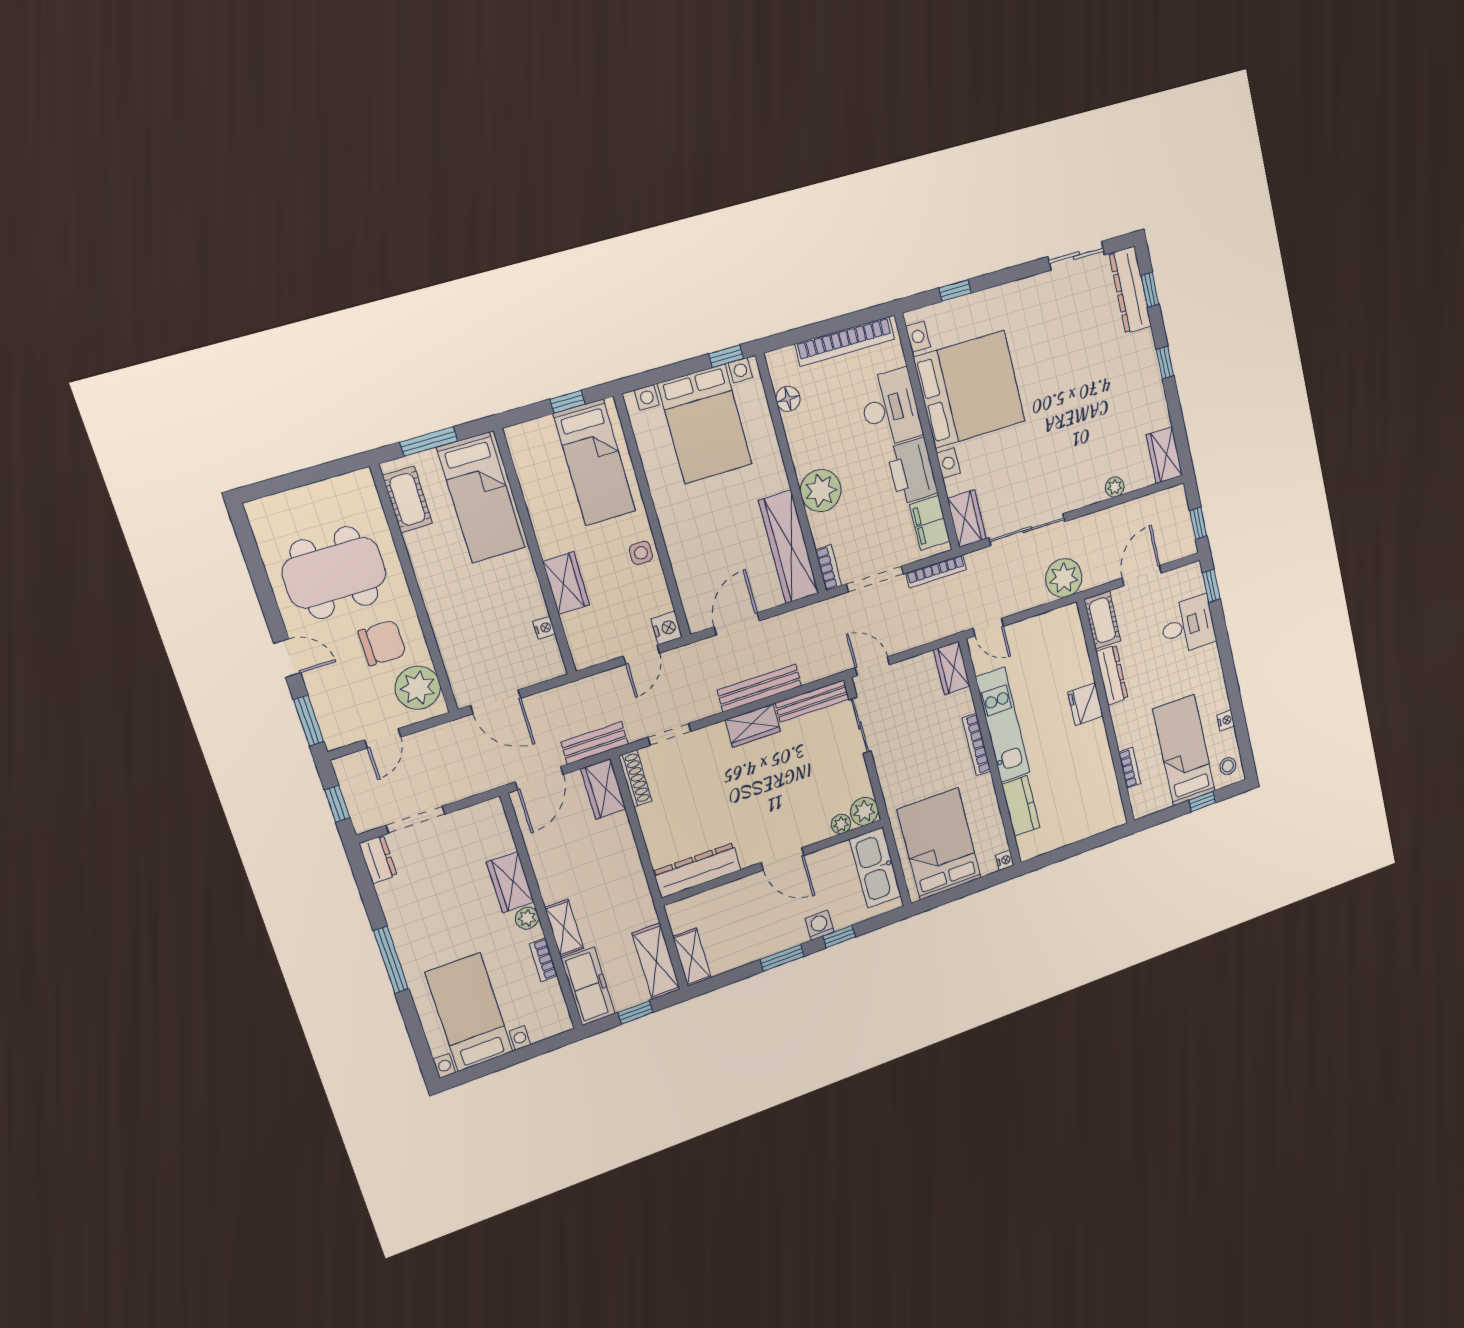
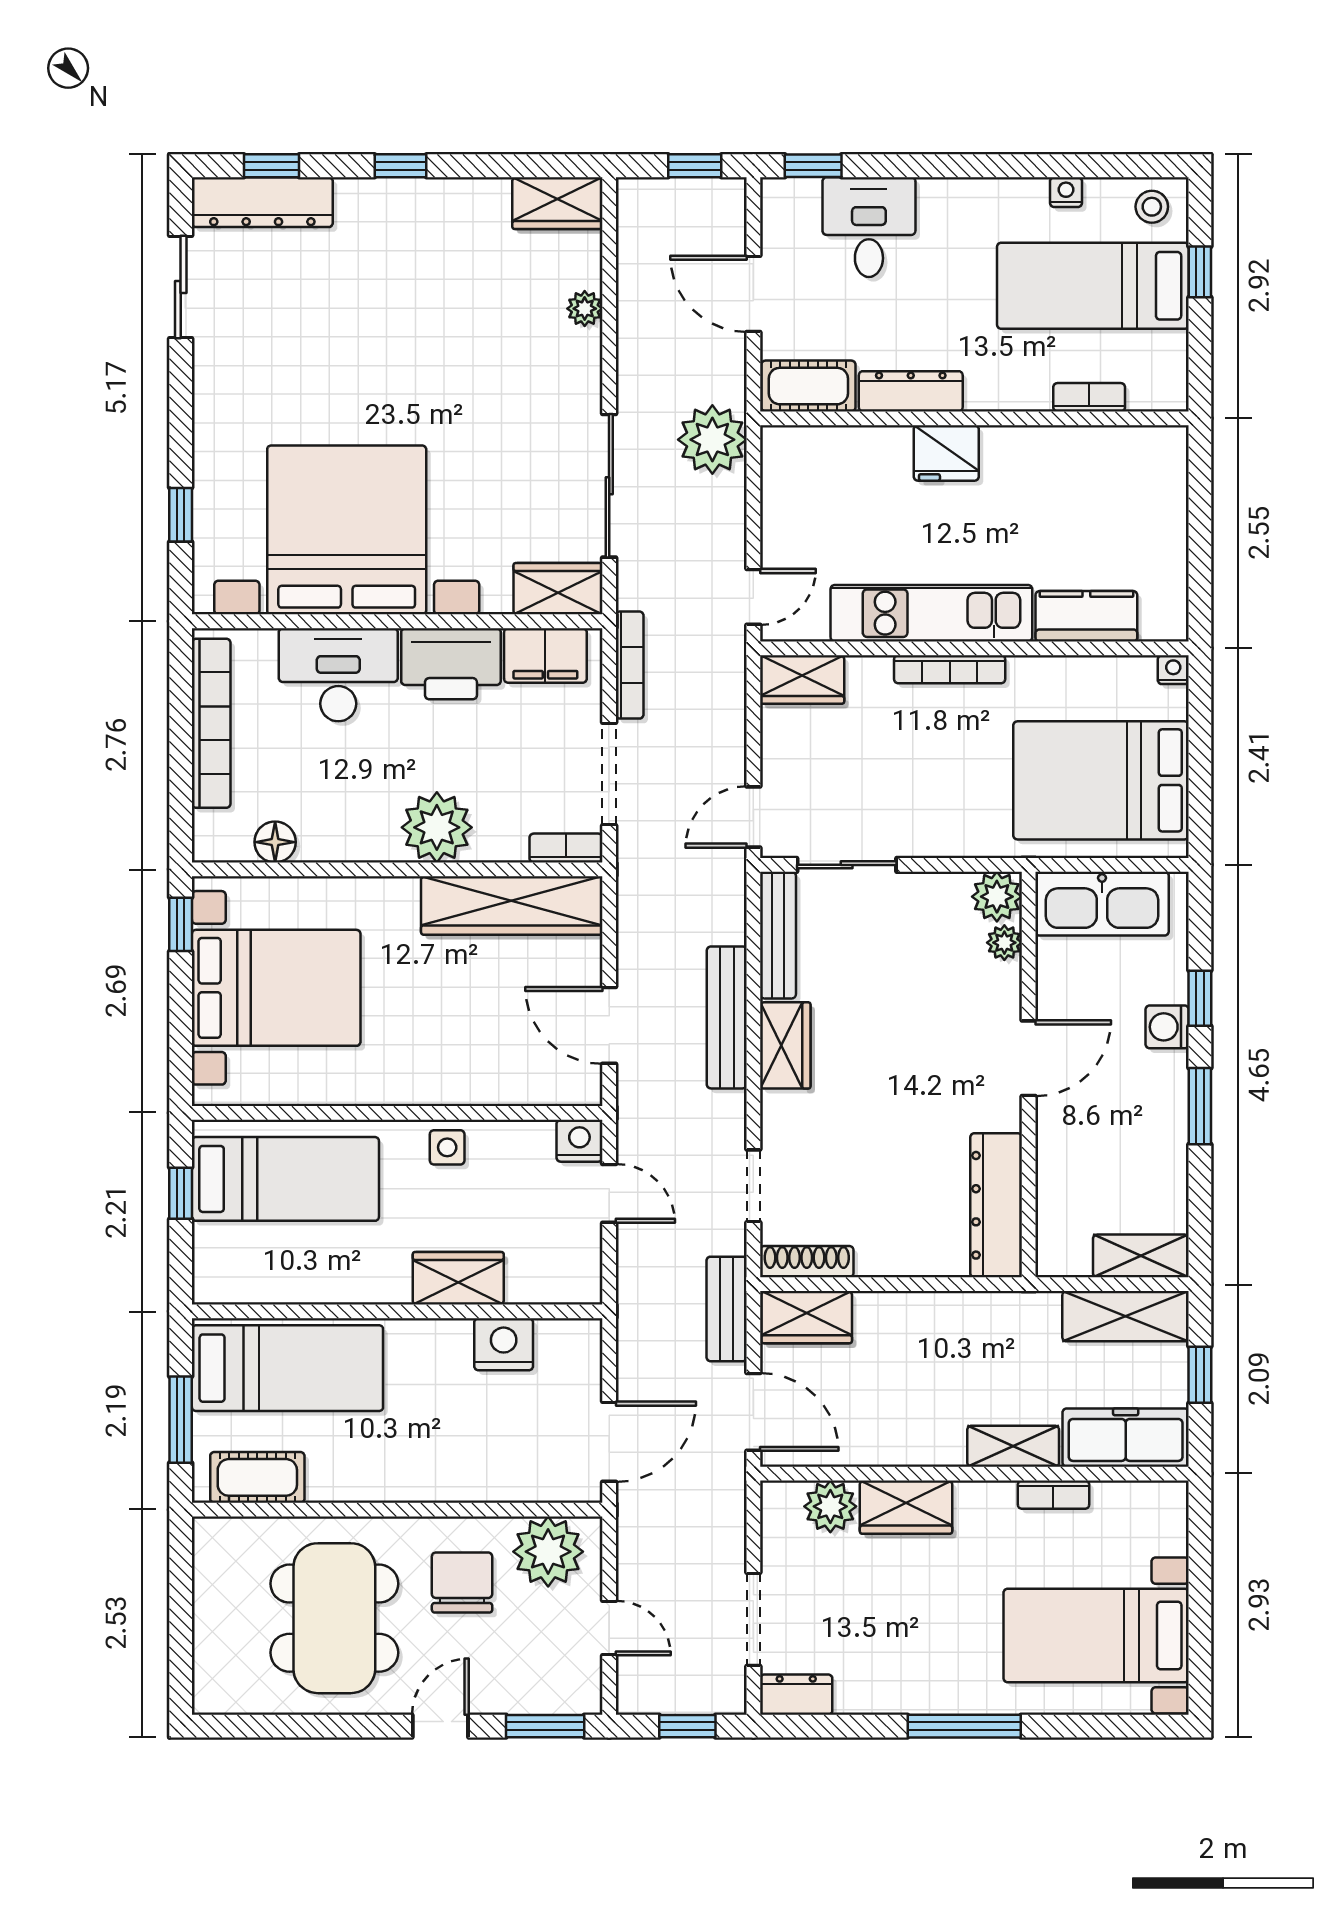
nightstand: (544, 628) -> (504, 1344), width x1.89, depth x1.79
plant: (527, 918) -> (830, 1506), moved, width x1.38, depth x1.38

